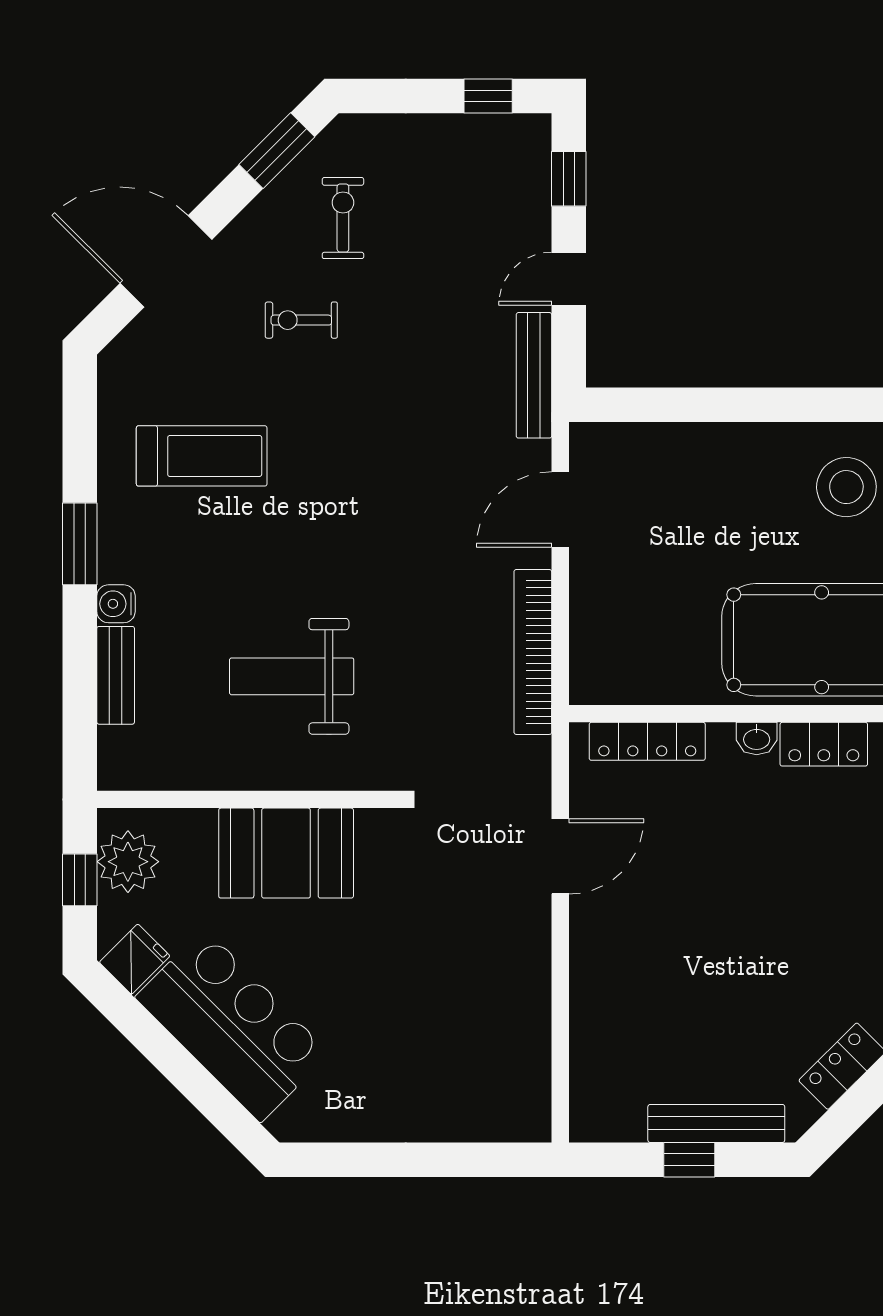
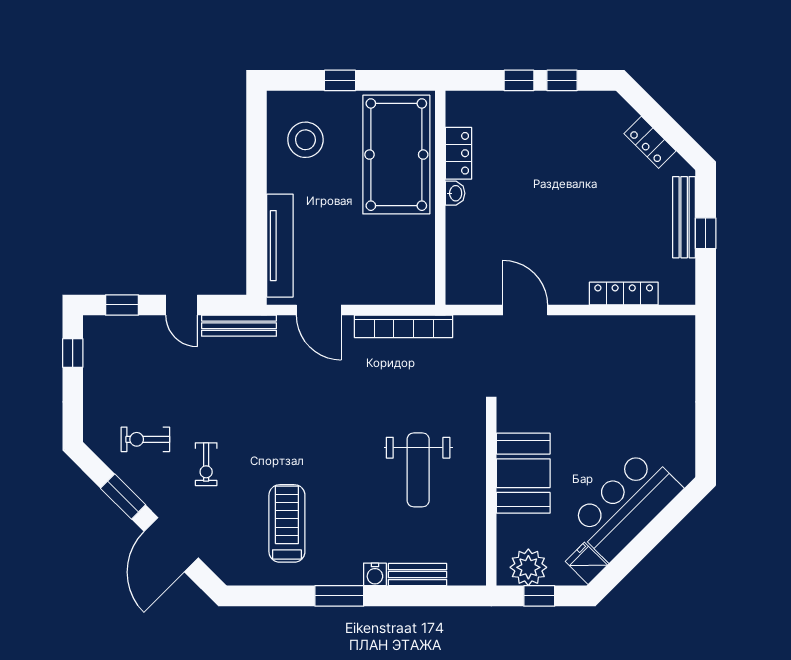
window: (277, 151) -> (123, 497), moved
tv unit: (669, 444) -> (280, 246), added
locker: (647, 741) -> (624, 294), moved, turned -90

